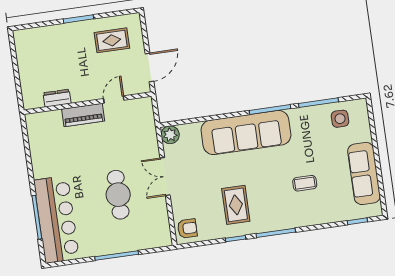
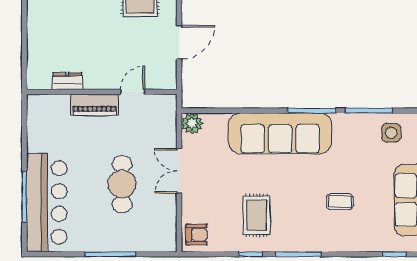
dresser: (57, 98) -> (67, 81), moved
door: (114, 99) -> (133, 92), moved
wall: (88, 103) -> (102, 92), moved
piano: (83, 115) -> (95, 105), moved

